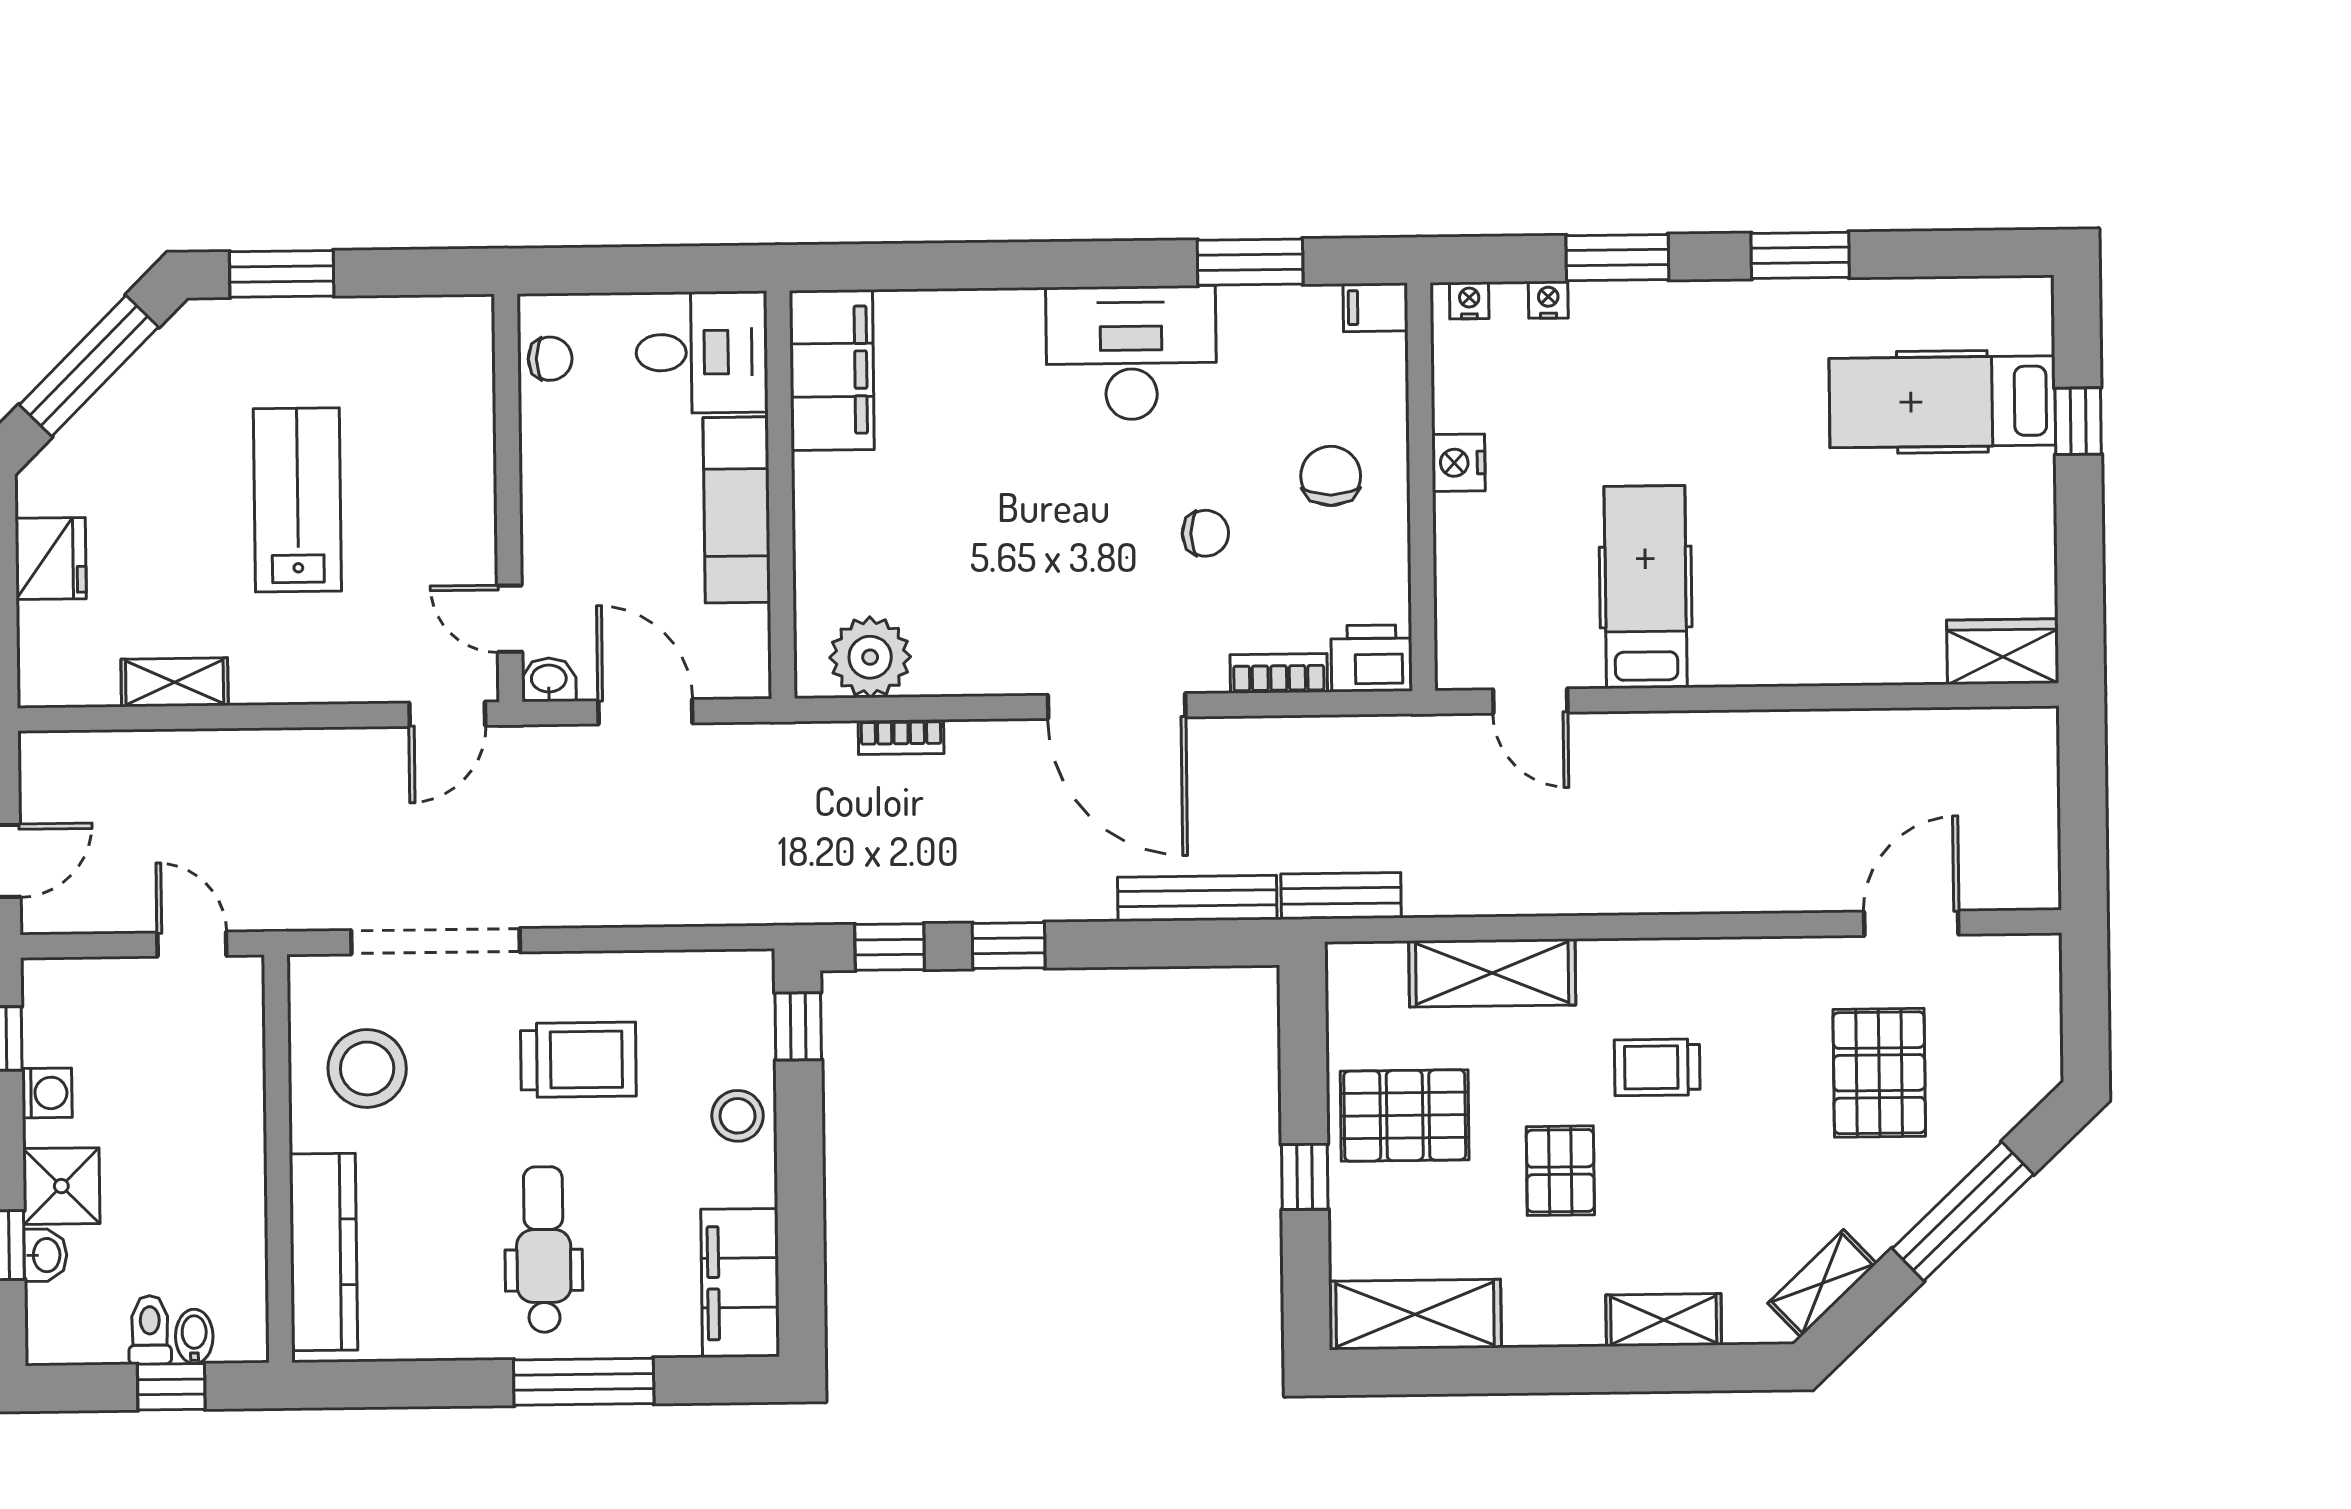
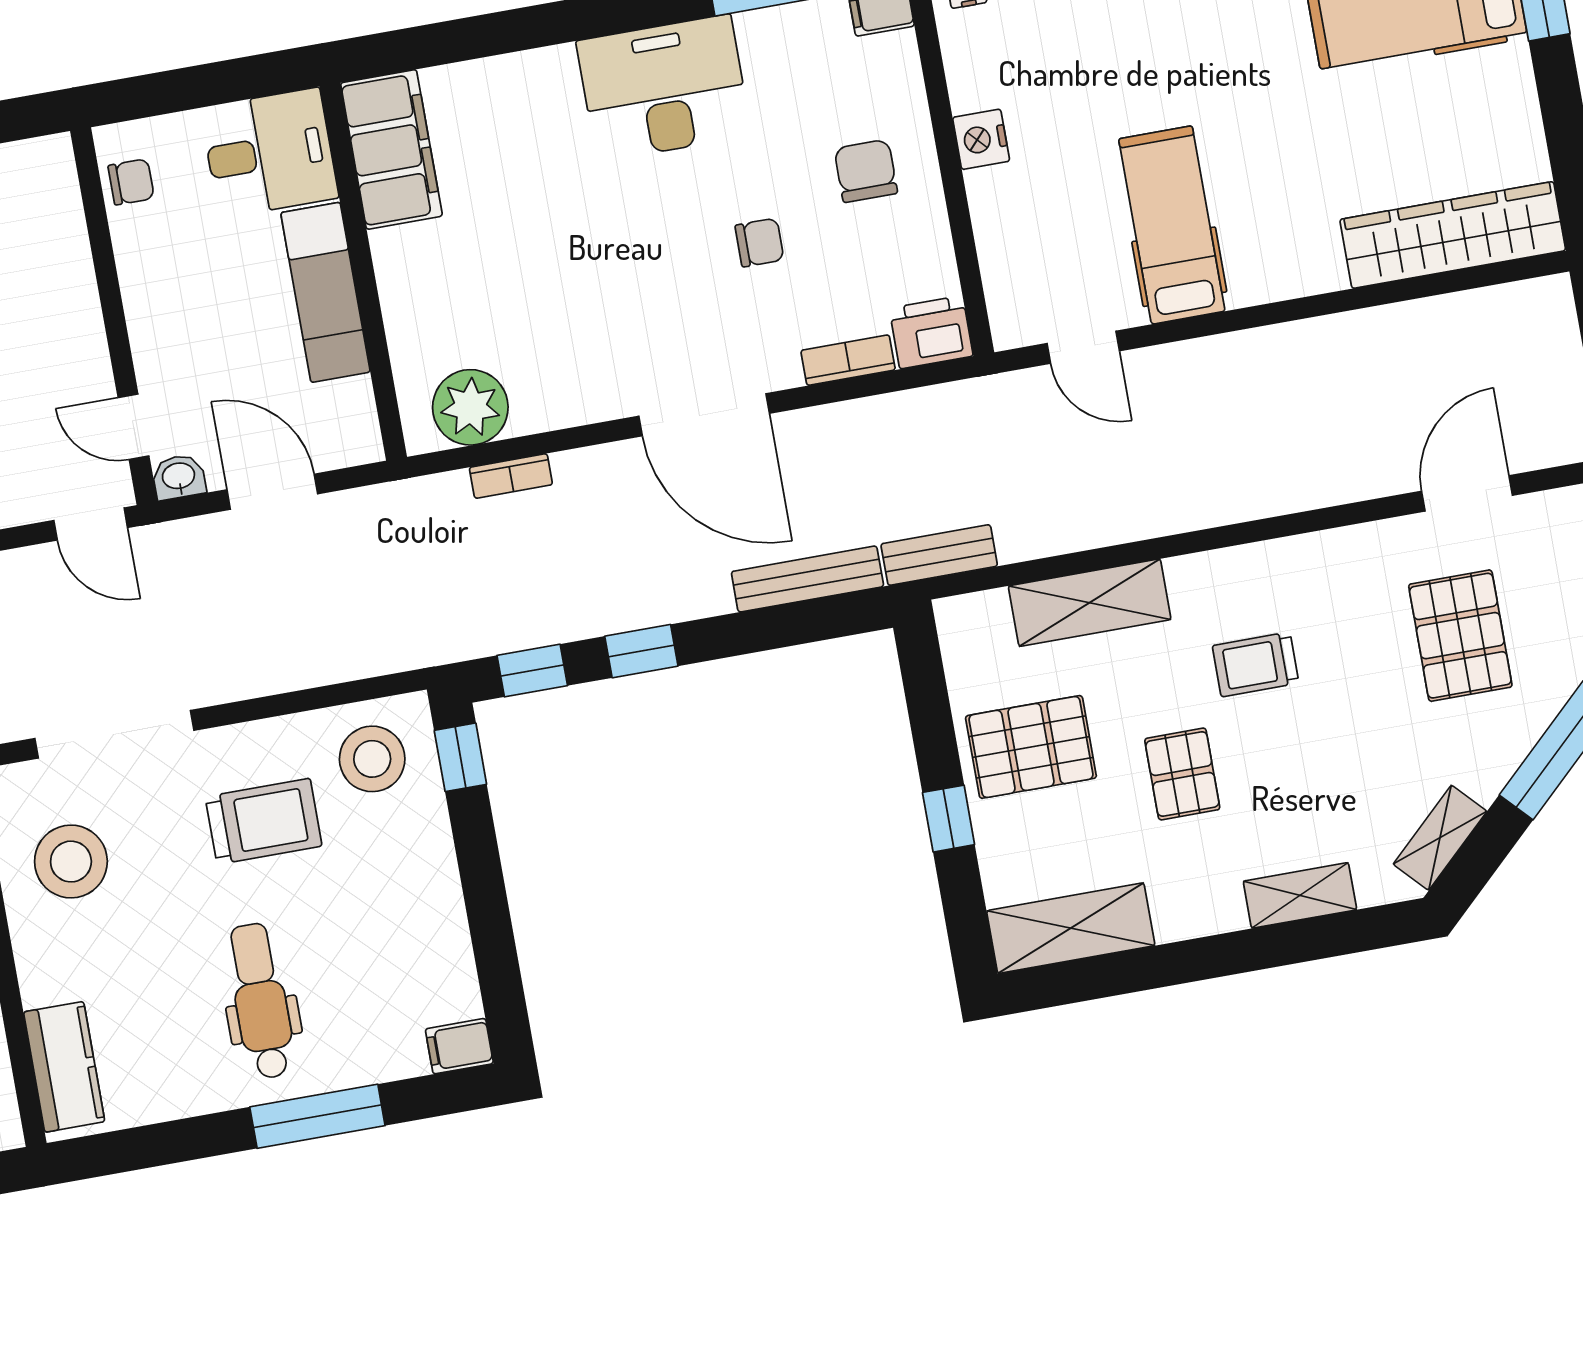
wardrobe: (2003, 652) -> (1453, 235), width x2.10, depth x1.17
door: (447, 714) -> (91, 524), hinge flipped
stool: (738, 1116) -> (372, 759), moved, width x1.38, depth x1.38
kitchen counter: (323, 1252) -> (64, 1067), width x0.67
filing cabinet: (740, 1283) -> (459, 1046), width x0.33, depth x0.86

